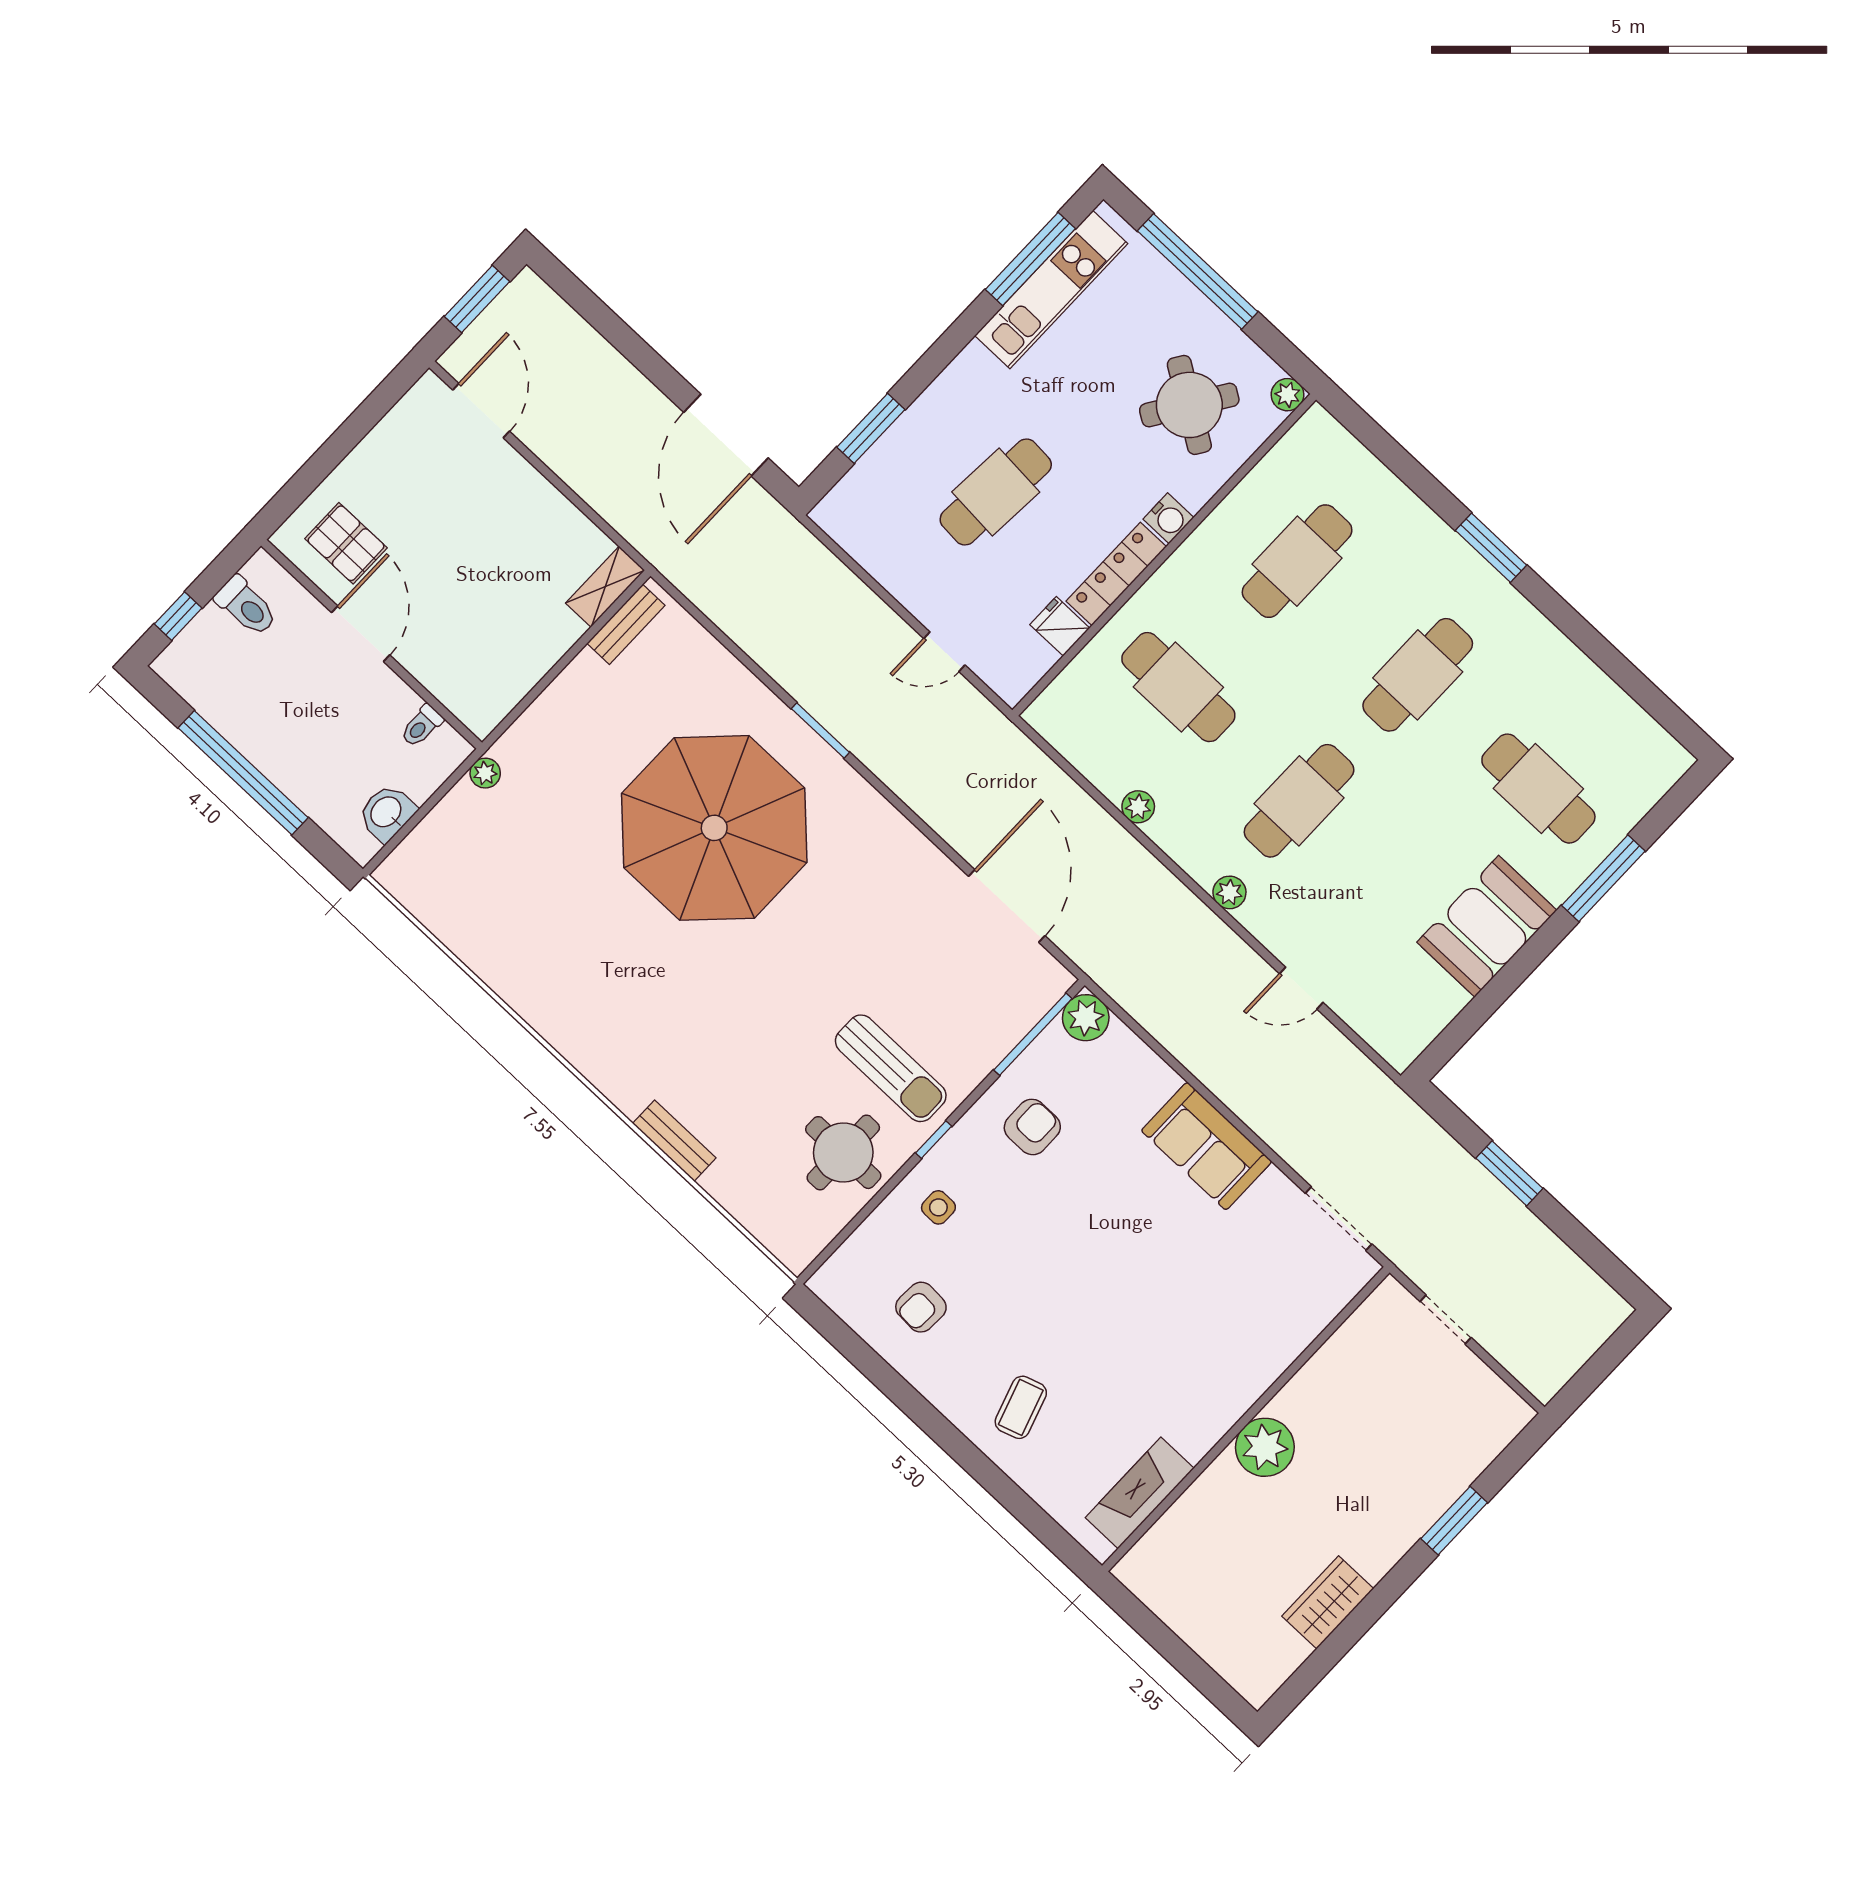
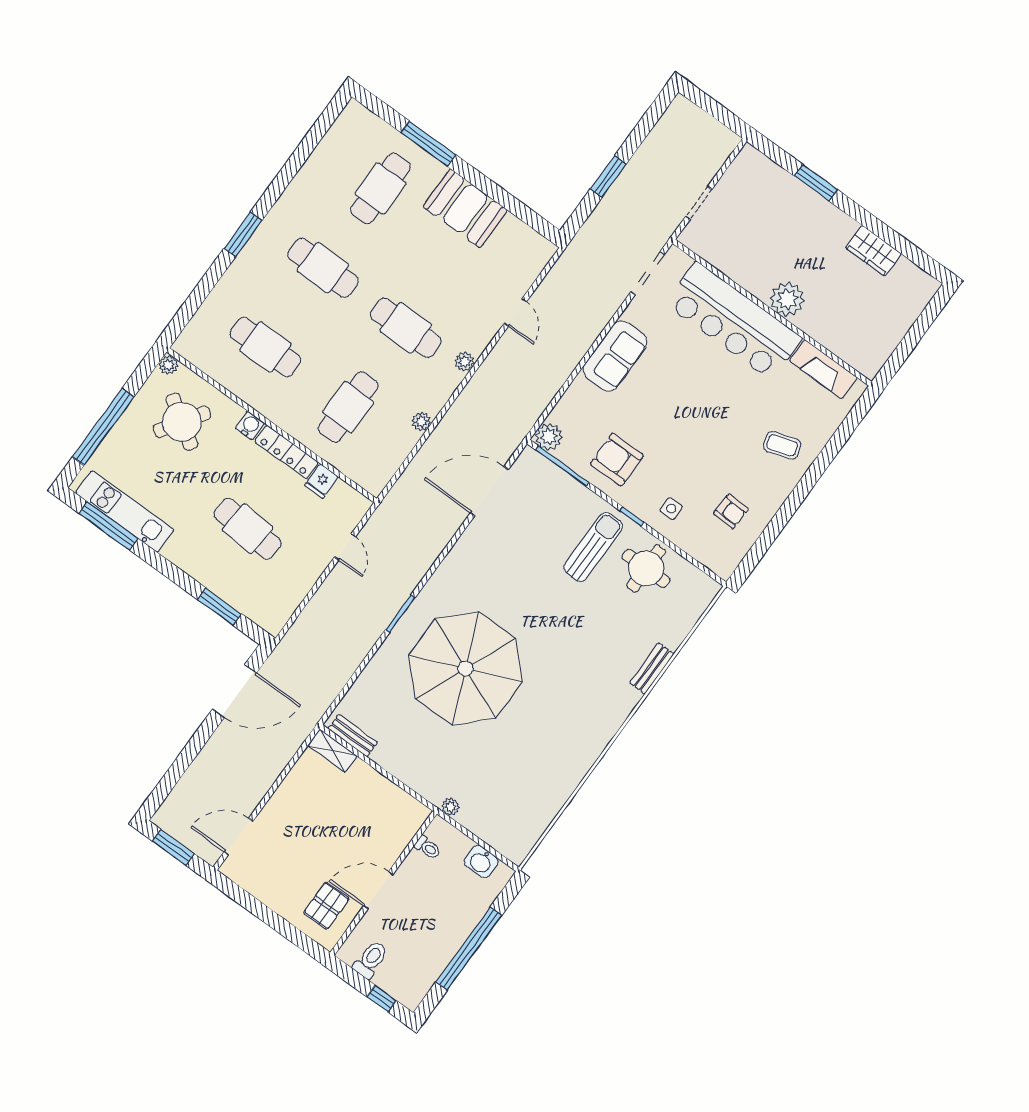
armchair: (1032, 1127) -> (617, 460), width x1.38, depth x1.38
bar counter: (1240, 1353) -> (734, 321), added

